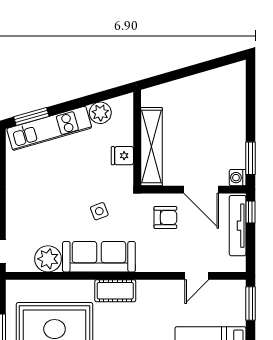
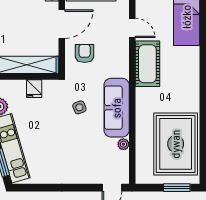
plant: (48, 259) -> (123, 144), width x0.53, depth x0.53
cot: (115, 291) -> (147, 64), moved, width x1.37, depth x1.34

